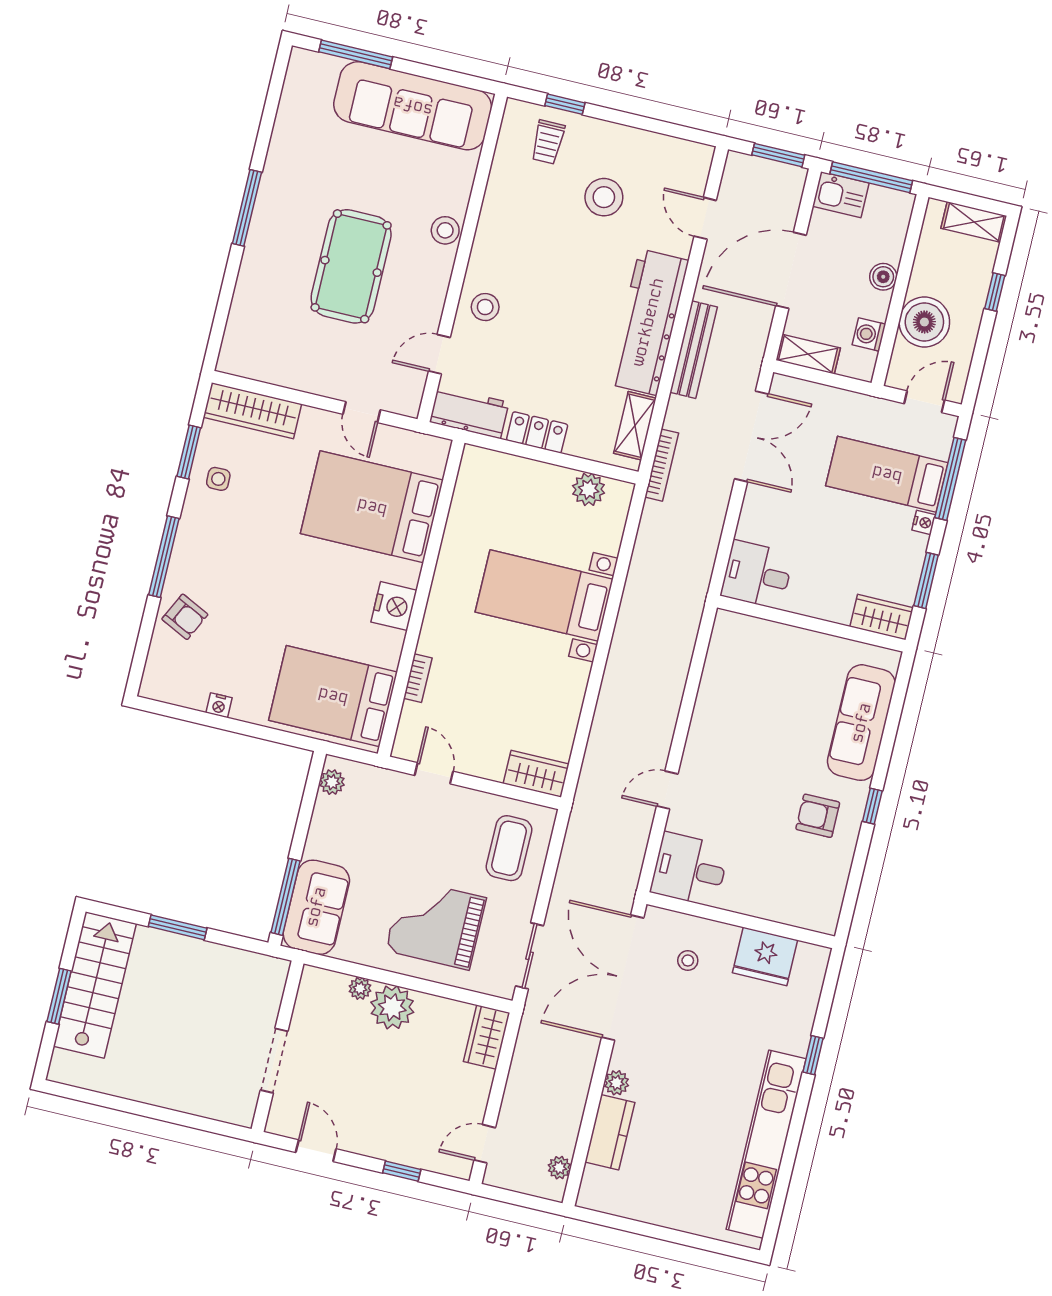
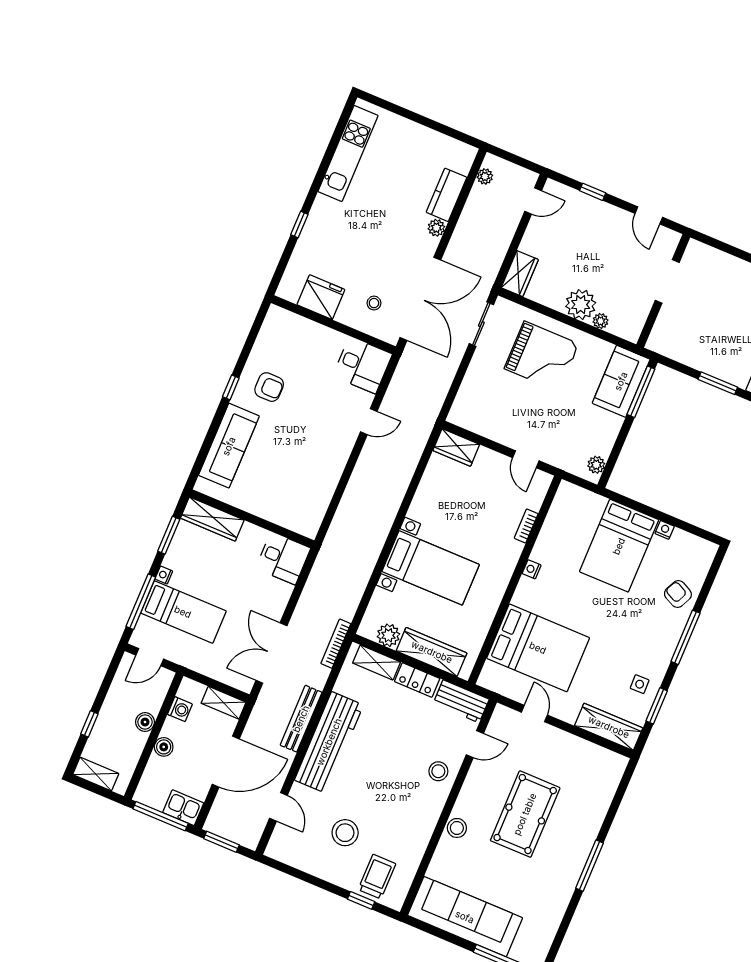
trolley: (548, 142) -> (377, 877), width x1.36, depth x1.39
boiler: (924, 322) -> (145, 722), width x0.54, depth x0.54
shelving: (635, 426) -> (377, 662), moved, turned 90
wardrobe: (523, 476) -> (432, 652), added
nightstand: (394, 606) -> (532, 569), width x0.53, depth x0.56
wardrobe: (882, 617) -> (212, 519), width x1.50
bed: (333, 696) -> (619, 546), moved, turned 90
coffee table: (509, 848) -> (483, 400), removed
kitchen unit: (766, 1144) -> (348, 153), width x0.73

